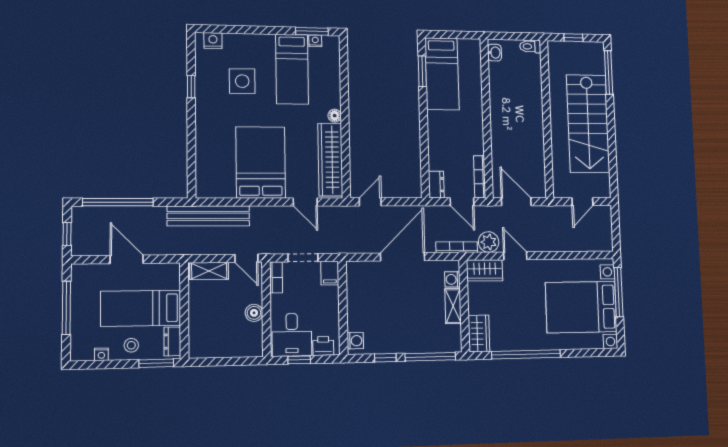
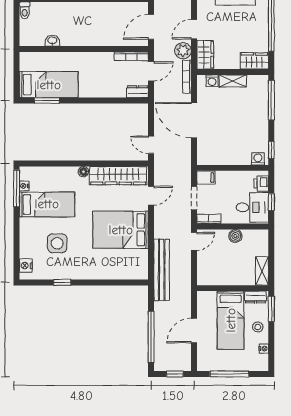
window: (312, 31) -> (17, 188), width x1.44
washbasin: (494, 53) -> (52, 41), moved
shelving: (209, 271) -> (262, 271), moved
window: (385, 358) -> (271, 150), moved

